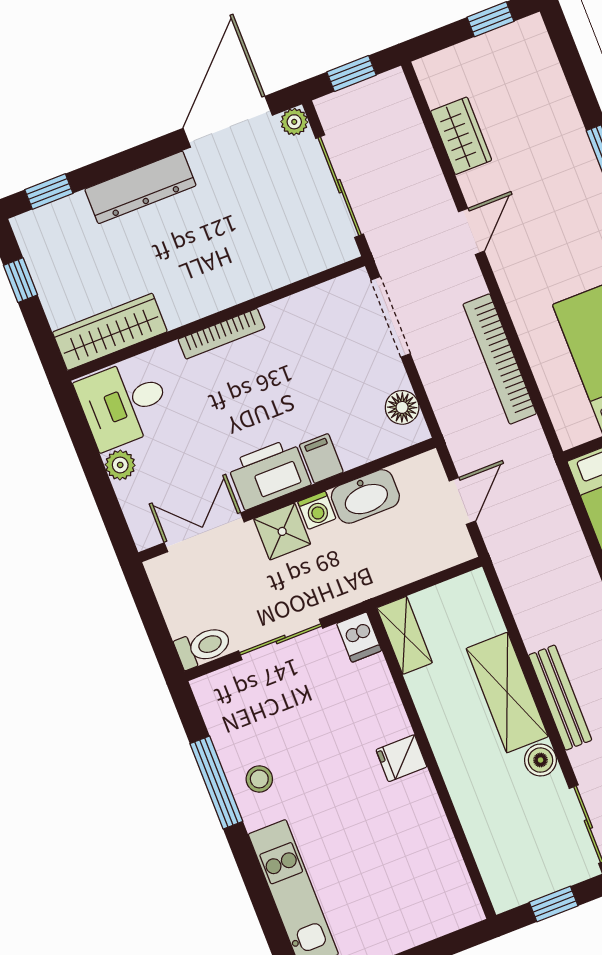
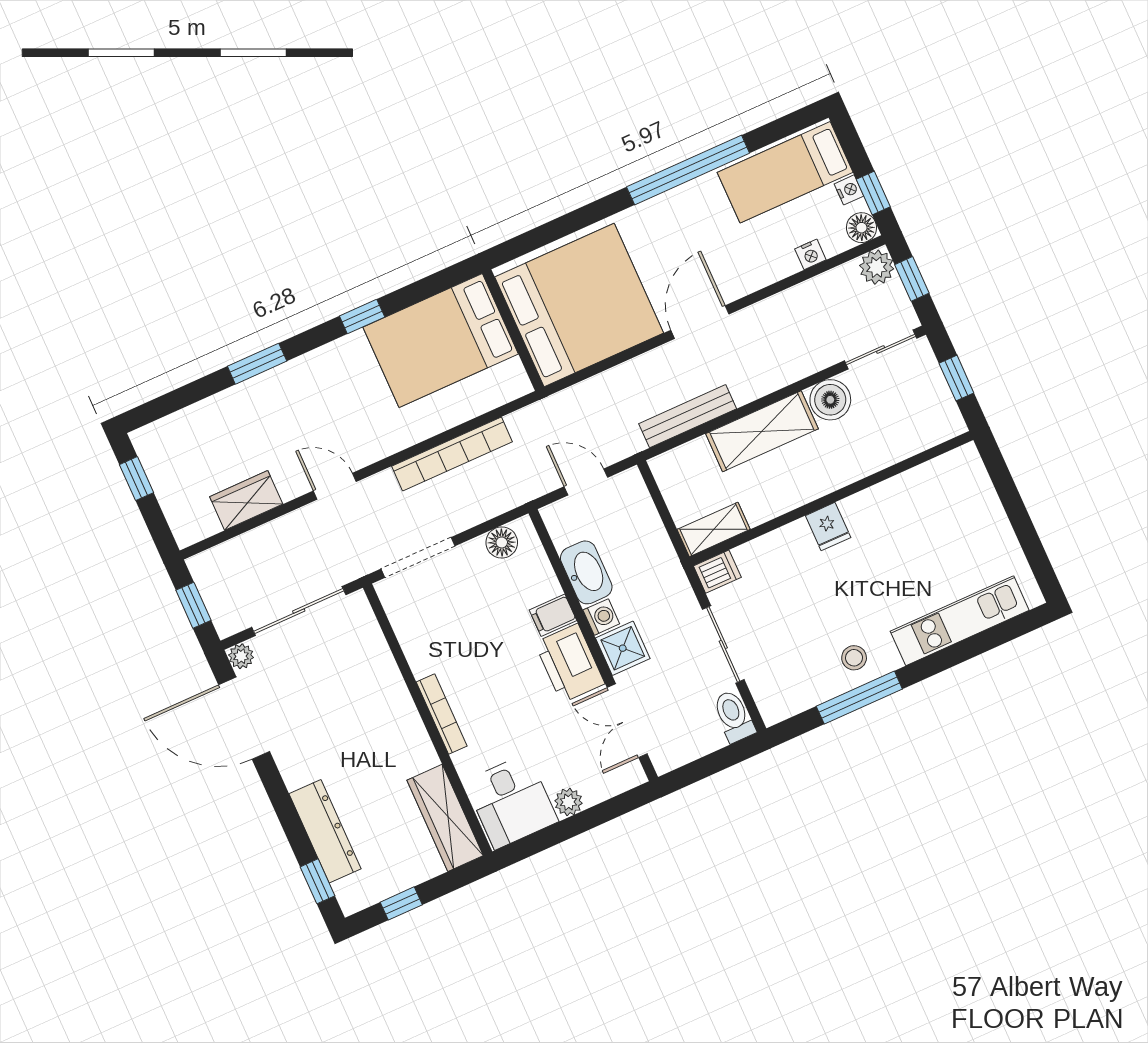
dresser: (140, 187) -> (325, 831), moved
bench: (560, 698) -> (688, 416), moved
boiler: (541, 760) -> (830, 400), width x1.36, depth x1.36

